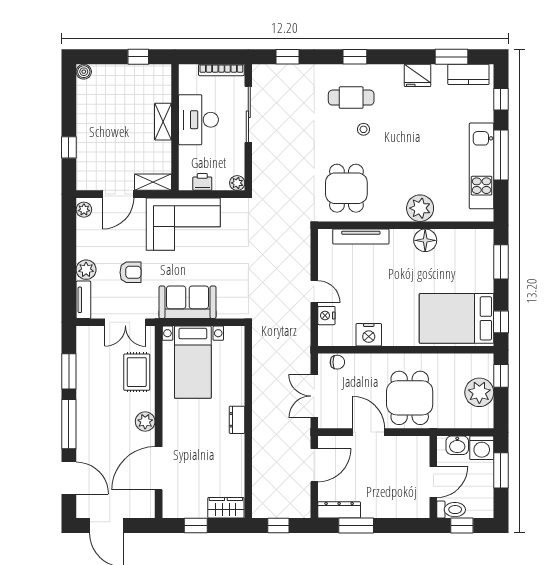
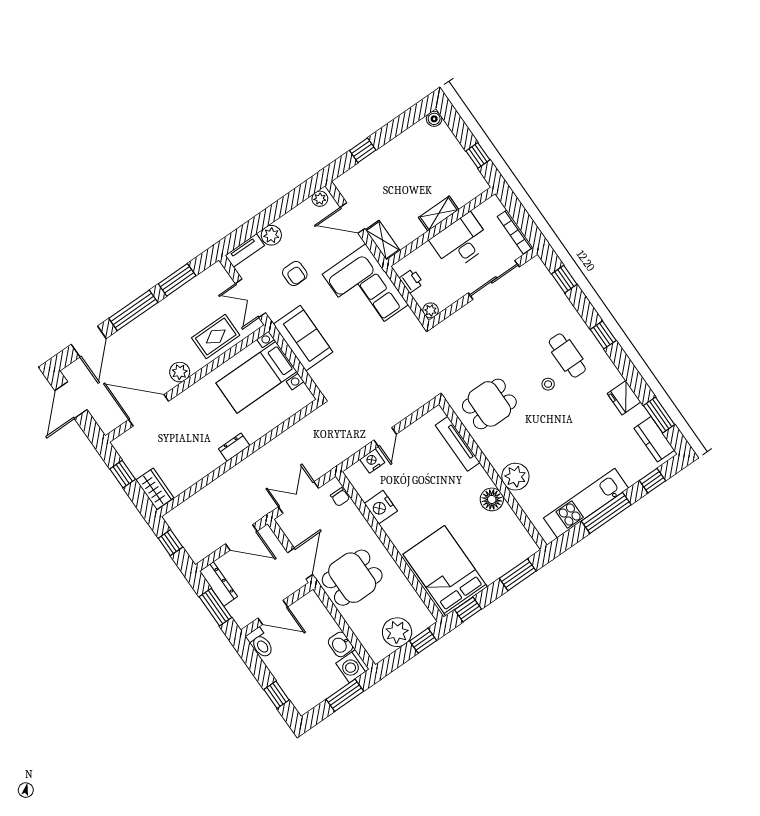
wall: (433, 477) -> (277, 610), moved
door: (433, 482) -> (273, 612), moved
toilet: (451, 510) -> (260, 643), moved

